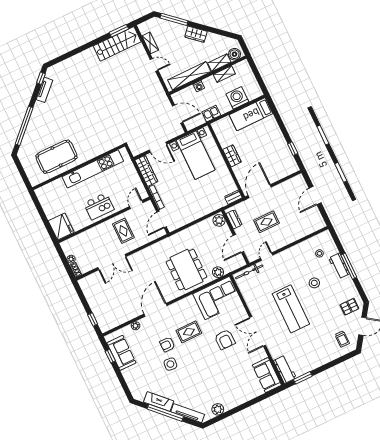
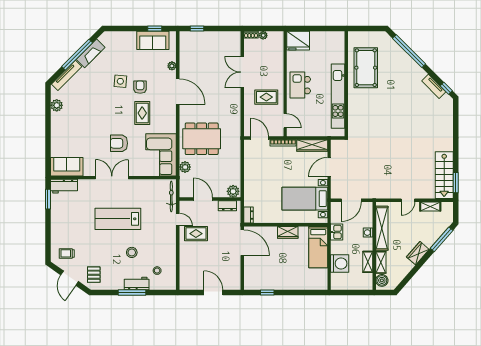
bed: (251, 114) -> (318, 247), moved, turned 180
rug: (267, 222) -> (196, 234), moved, turned 90

